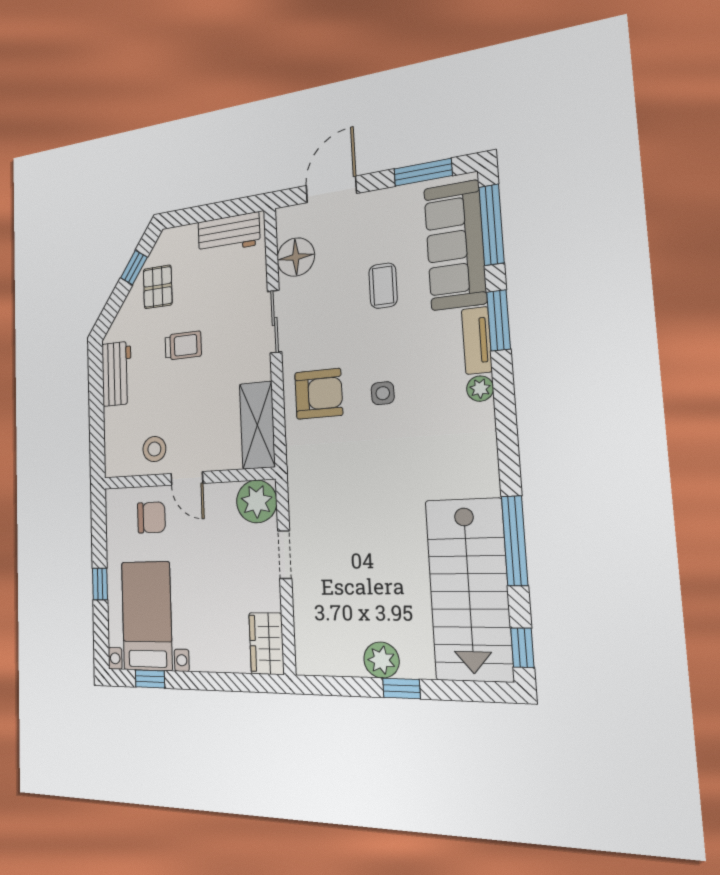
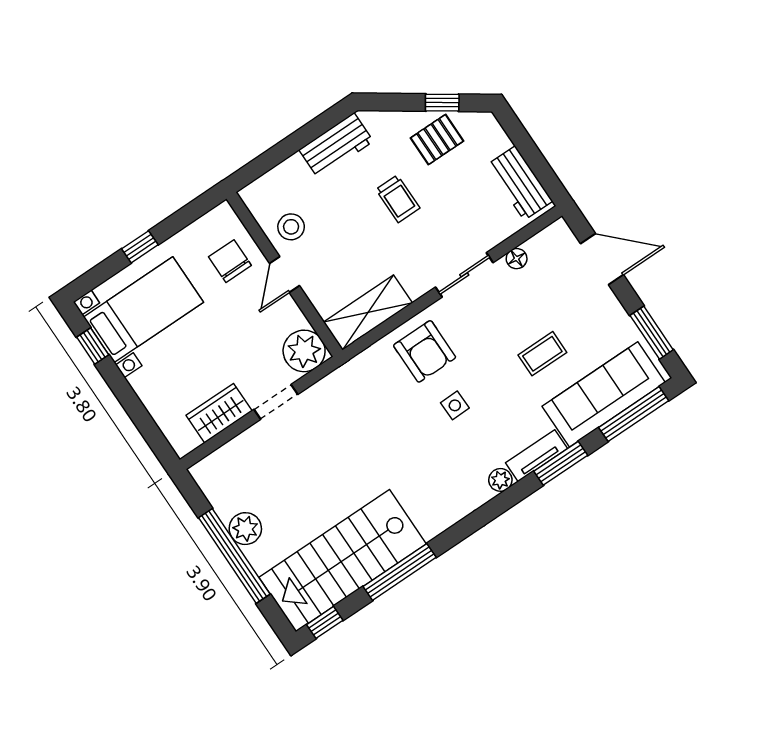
floor lamp: (296, 257) -> (517, 259), width x0.53, depth x0.53
chair: (151, 517) -> (230, 261), turned 180
wardrobe: (266, 643) -> (219, 413), moved
window: (401, 688) -> (234, 556), width x3.17

